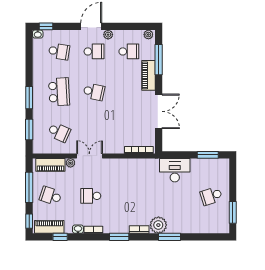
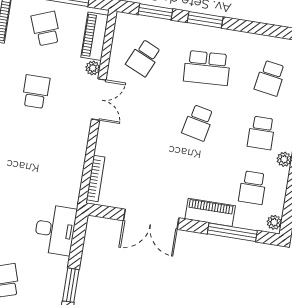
school desk: (51, 196) -> (46, 29), turned -39

